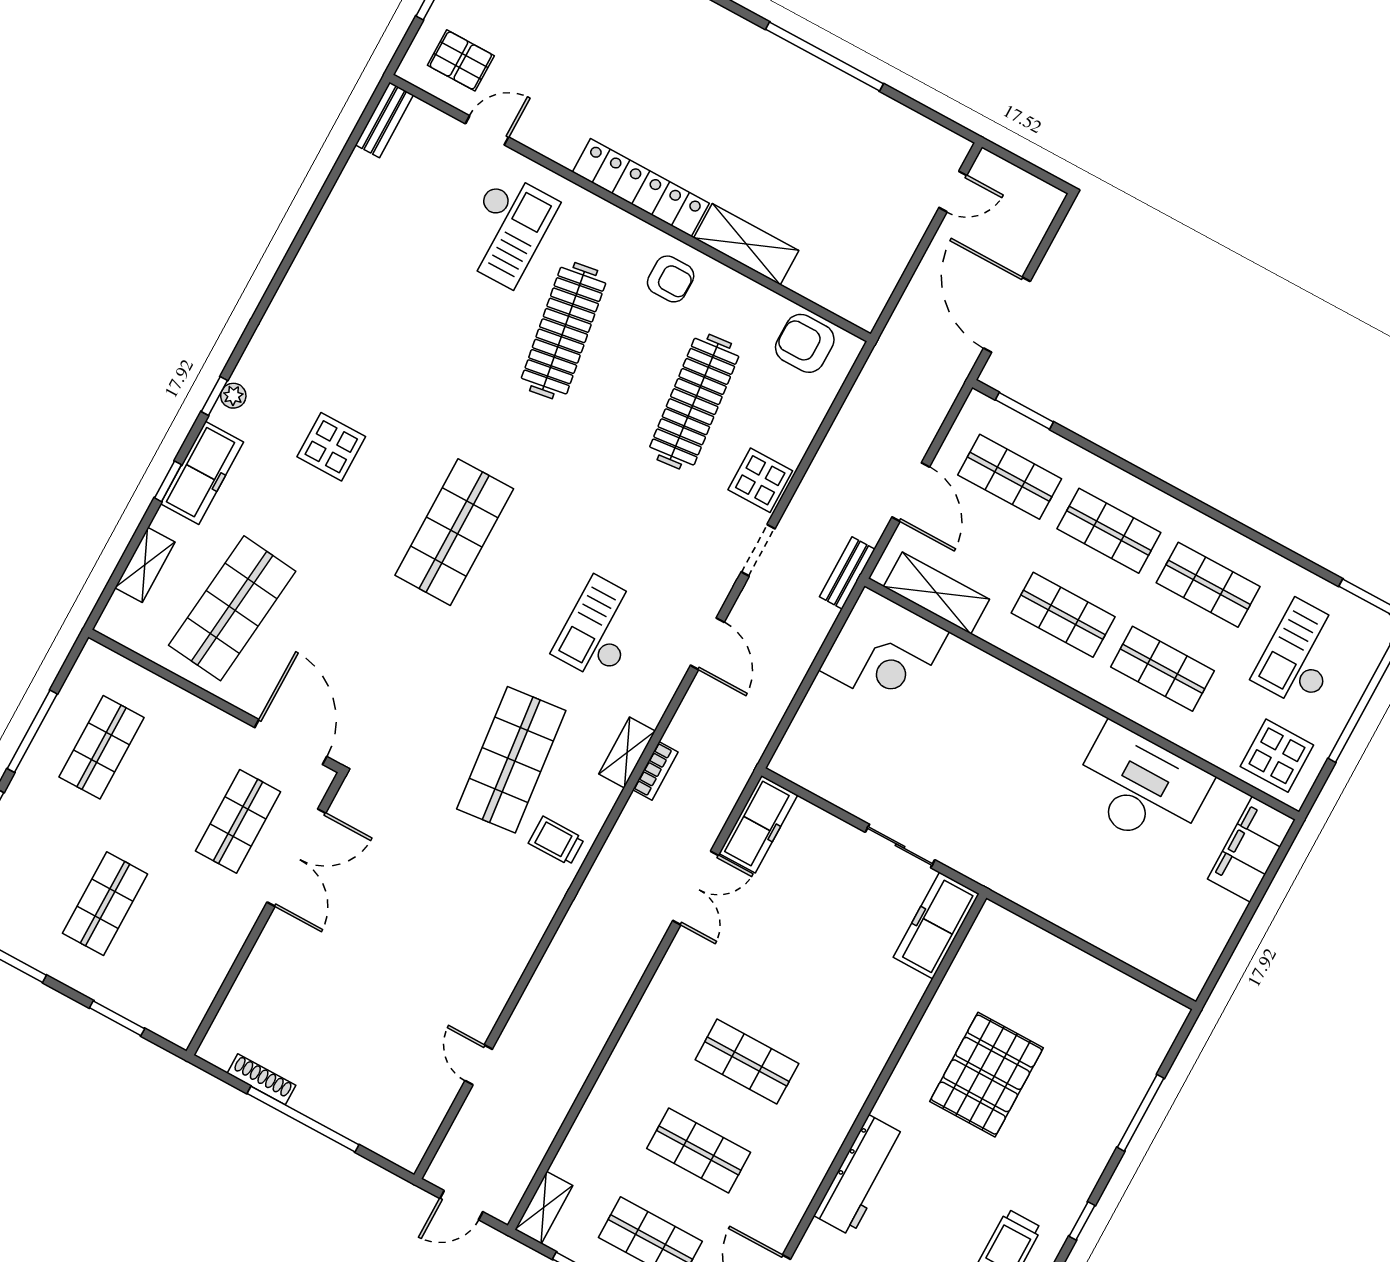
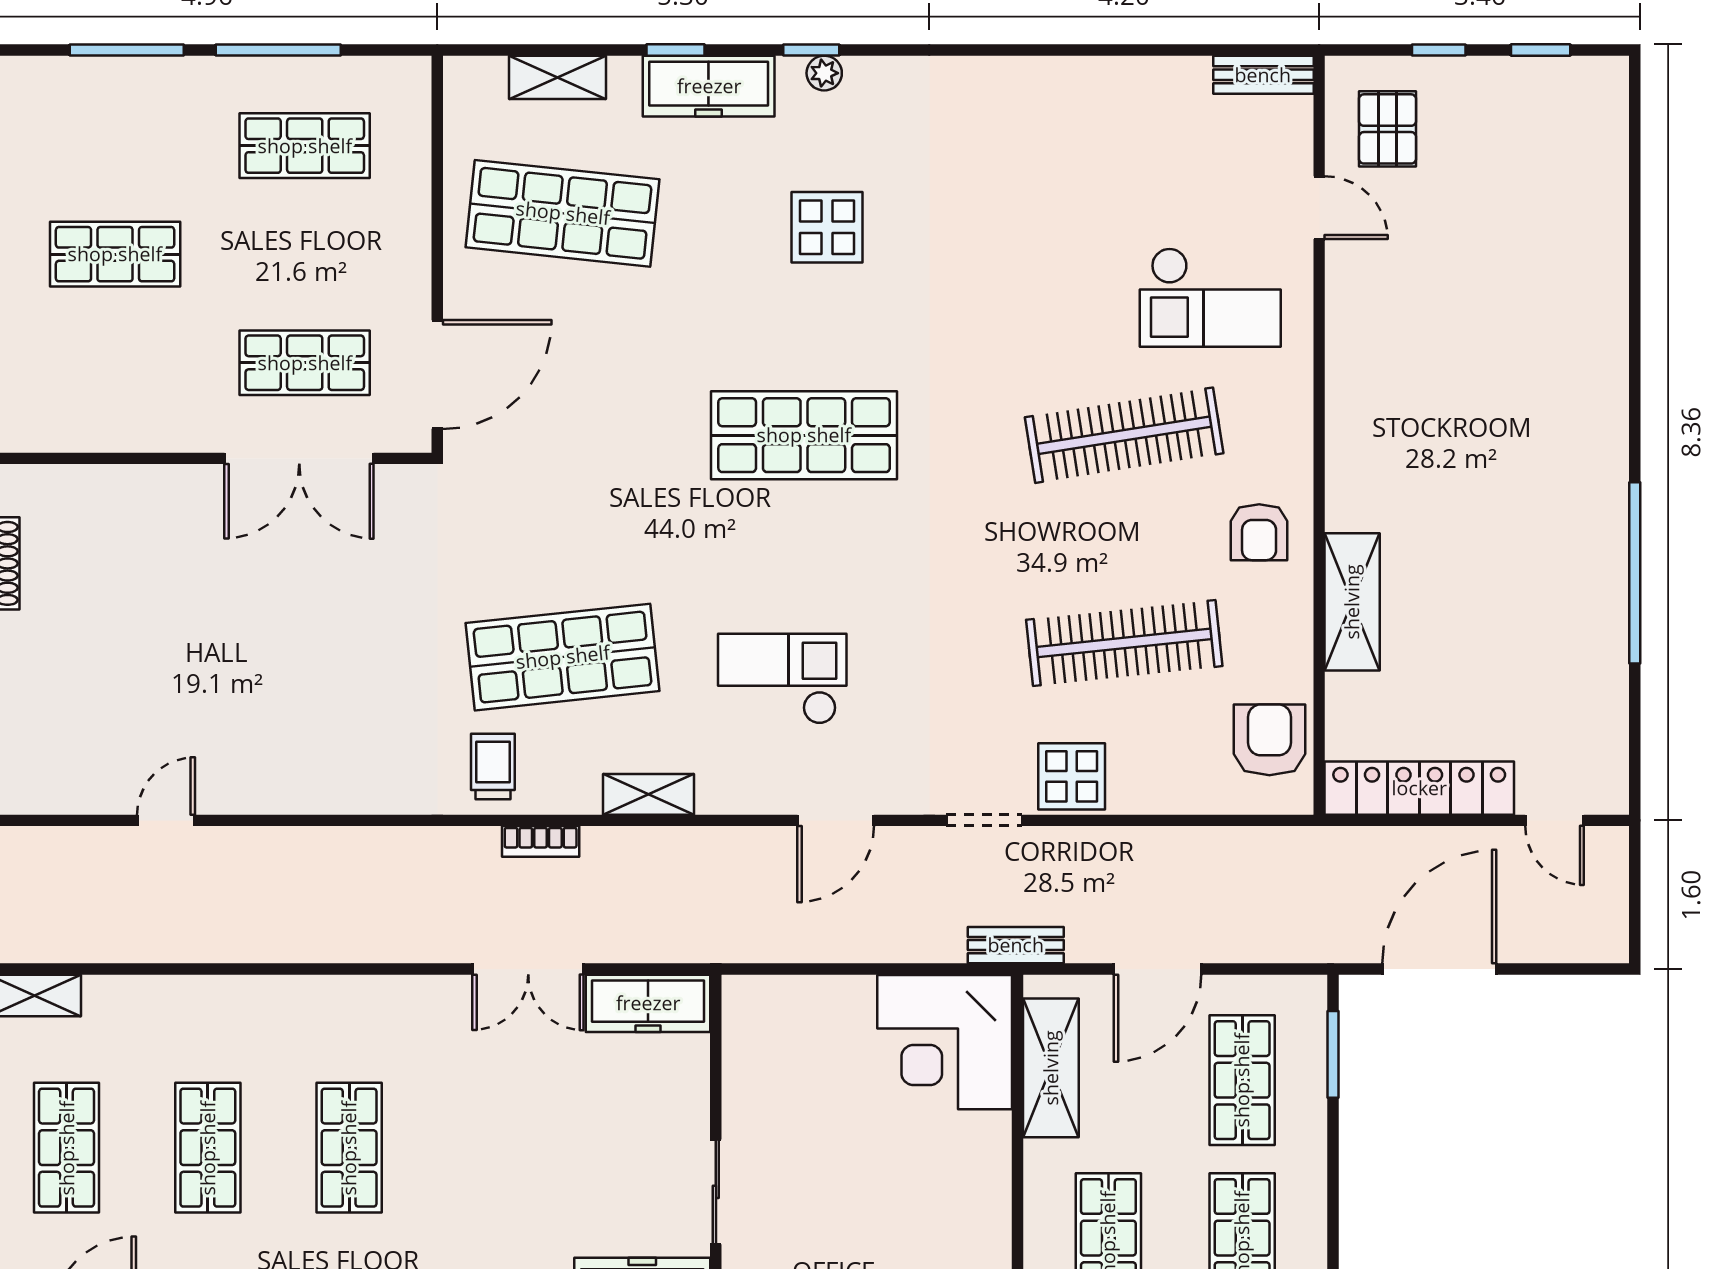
locker: (641, 188) -> (1419, 788), moved, turned -90
bookcase: (655, 771) -> (541, 841), moved

